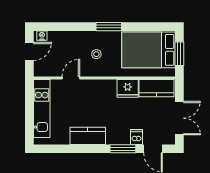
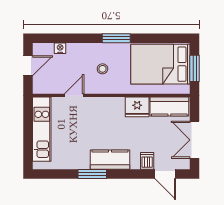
nightstand: (42, 36) -> (60, 48), moved
double door: (179, 118) -> (195, 140), swing flipped
kitchen counter: (88, 136) -> (110, 160), moved
window: (123, 149) -> (92, 174), moved

